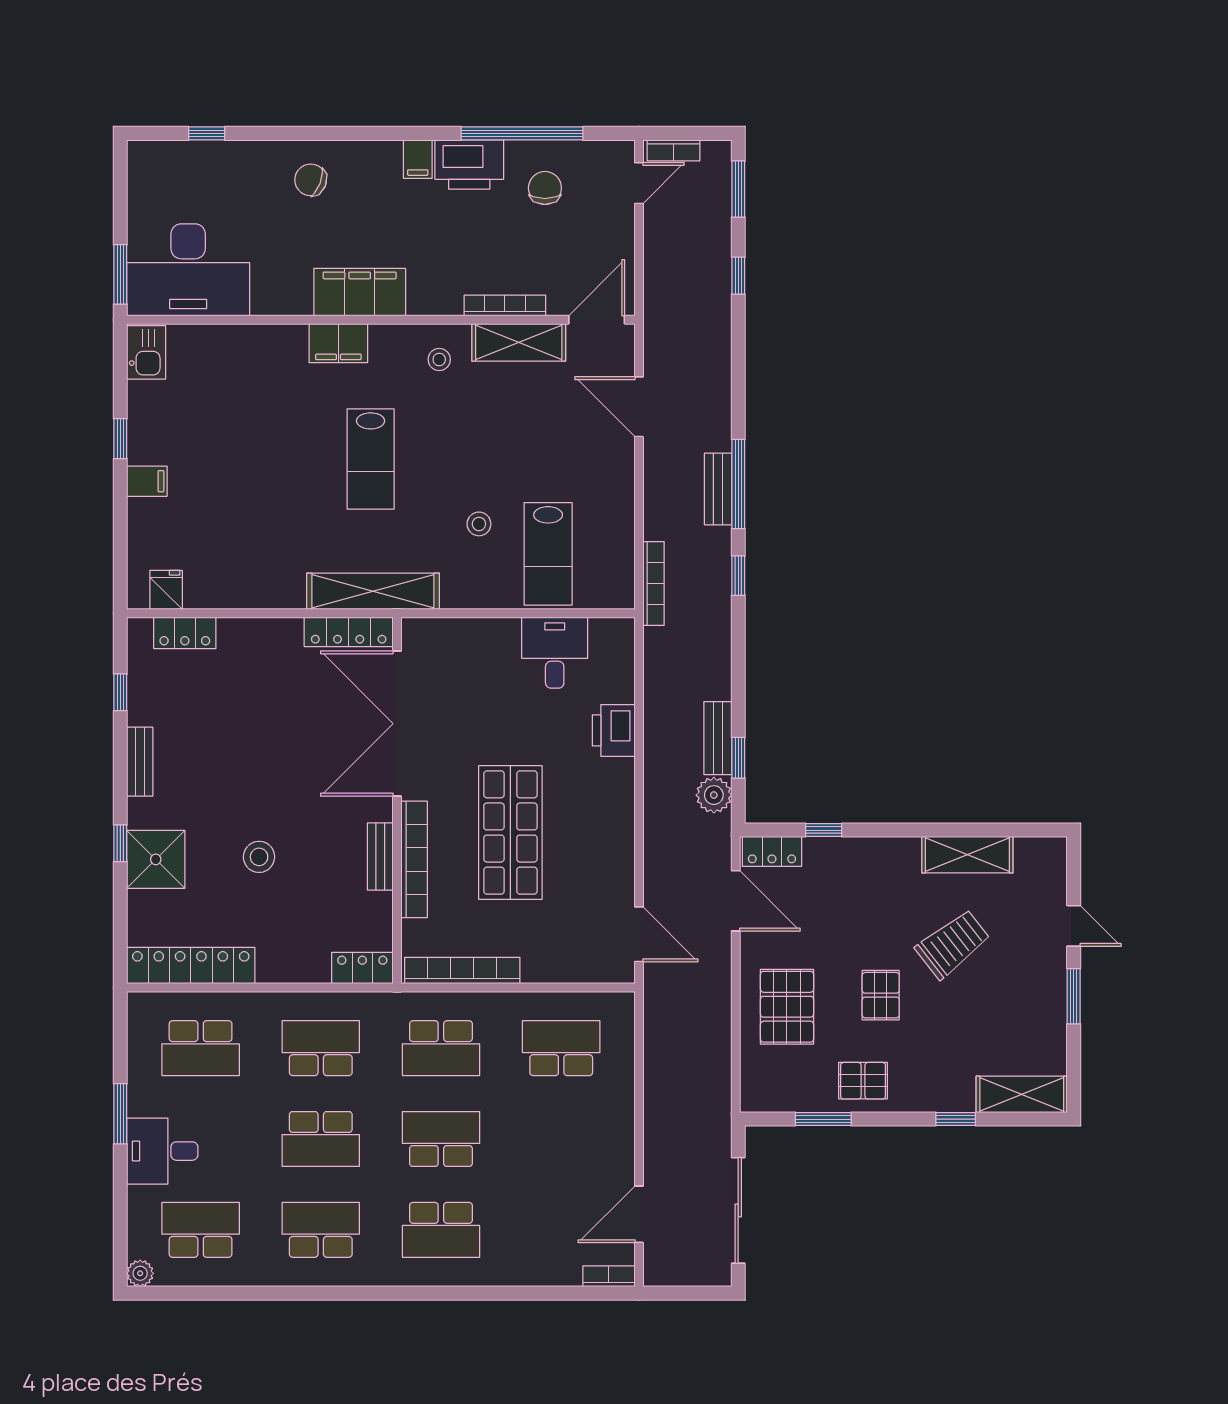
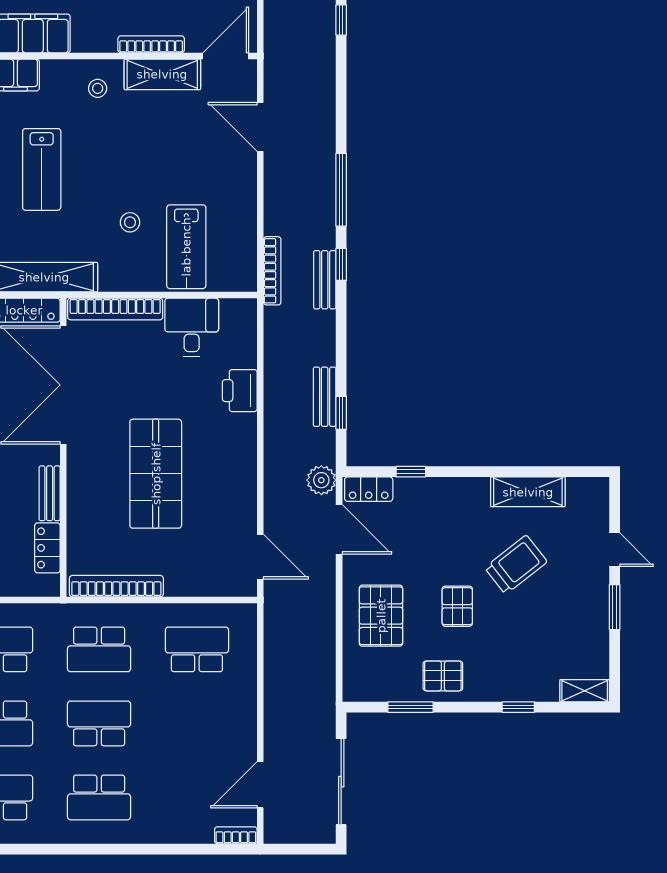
bench: (718, 489) -> (325, 280), moved
plant: (714, 795) -> (321, 480), moved
bookcase: (414, 859) -> (115, 309), moved, turned 90
locker: (362, 968) -> (47, 548), moved, turned -90
shelving: (1022, 1094) -> (585, 691), width x0.67, depth x0.75

